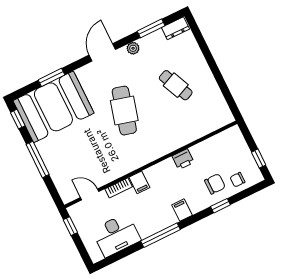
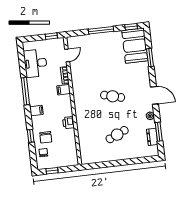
dresser: (175, 28) -> (152, 137), moved
booth: (53, 107) -> (135, 46), width x0.73, depth x0.70
cafe table: (124, 111) -> (113, 96), width x0.73, depth x0.74

